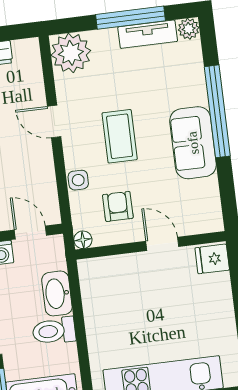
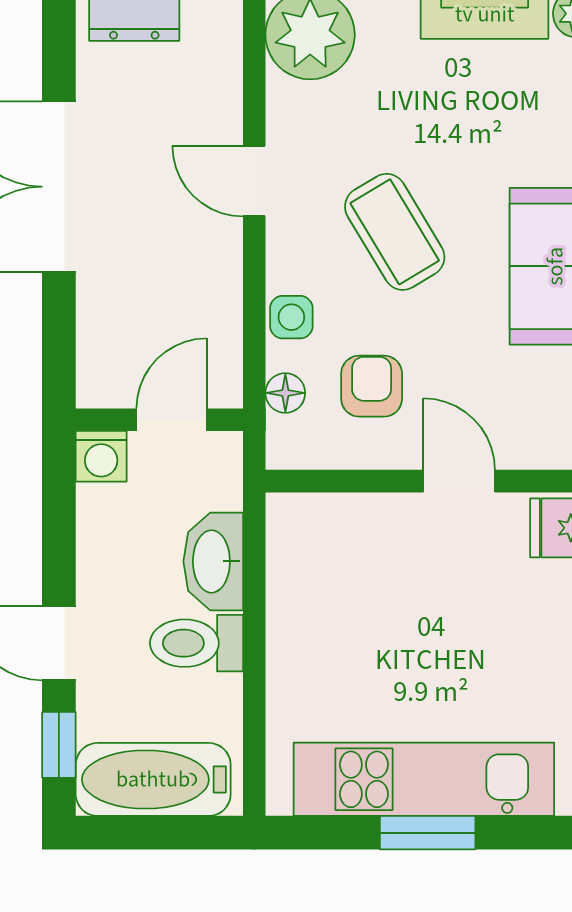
coffee table: (120, 136) -> (395, 232), turned -31
door: (30, 233) -> (172, 420), hinge flipped
floor lamp: (83, 240) -> (285, 393), moved

